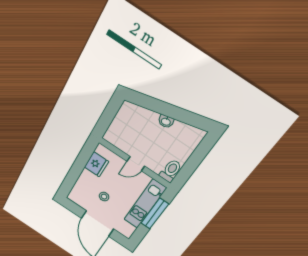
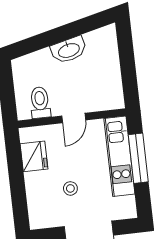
washbasin: (166, 121) -> (69, 50), width x1.91, depth x1.45
toilet: (171, 171) -> (40, 102), moved

